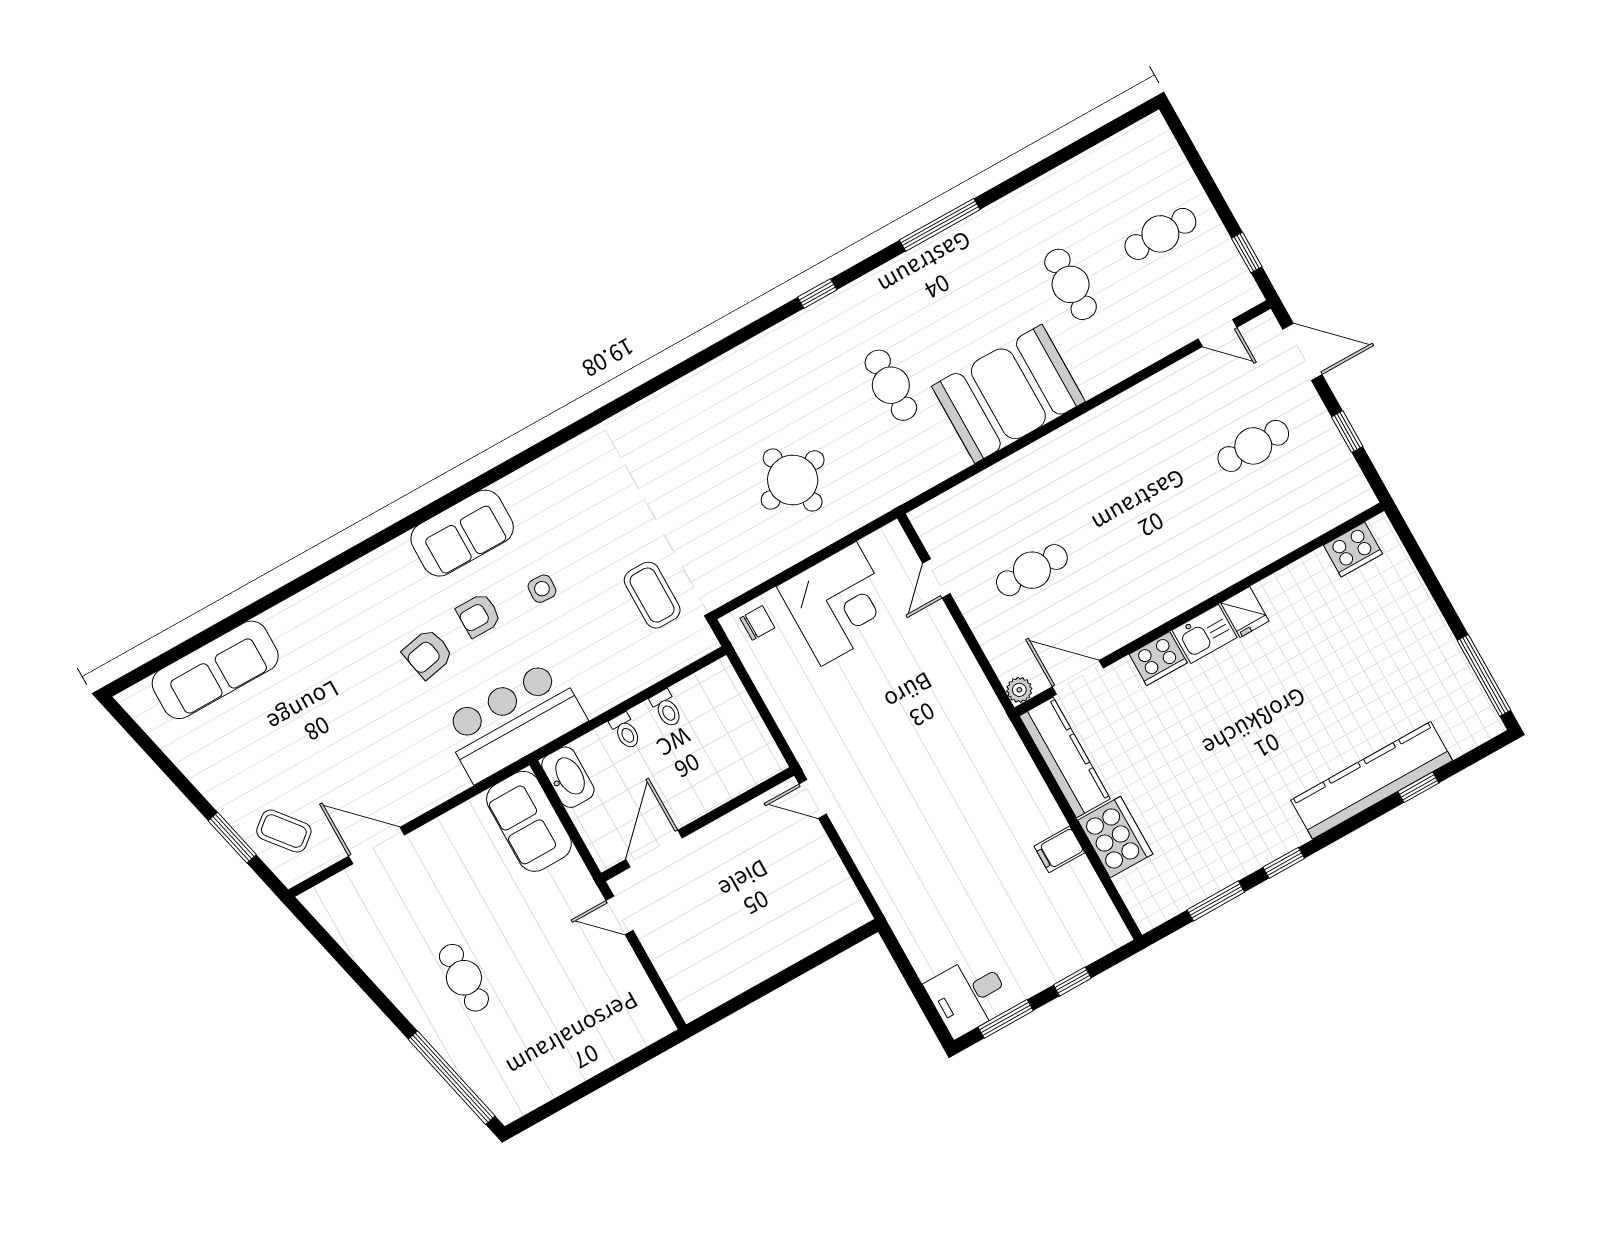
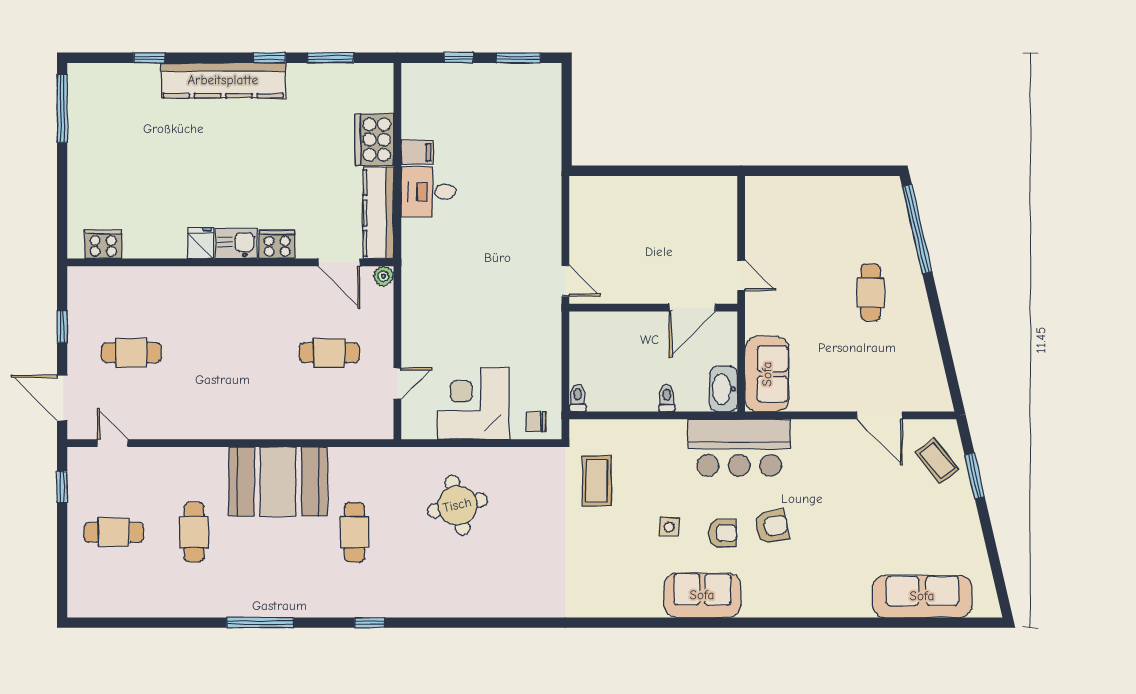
toilet: (666, 709) -> (578, 398), moved
kitchen counter: (1372, 780) -> (223, 80), moved
desk: (968, 995) -> (428, 192), moved, turned 180

